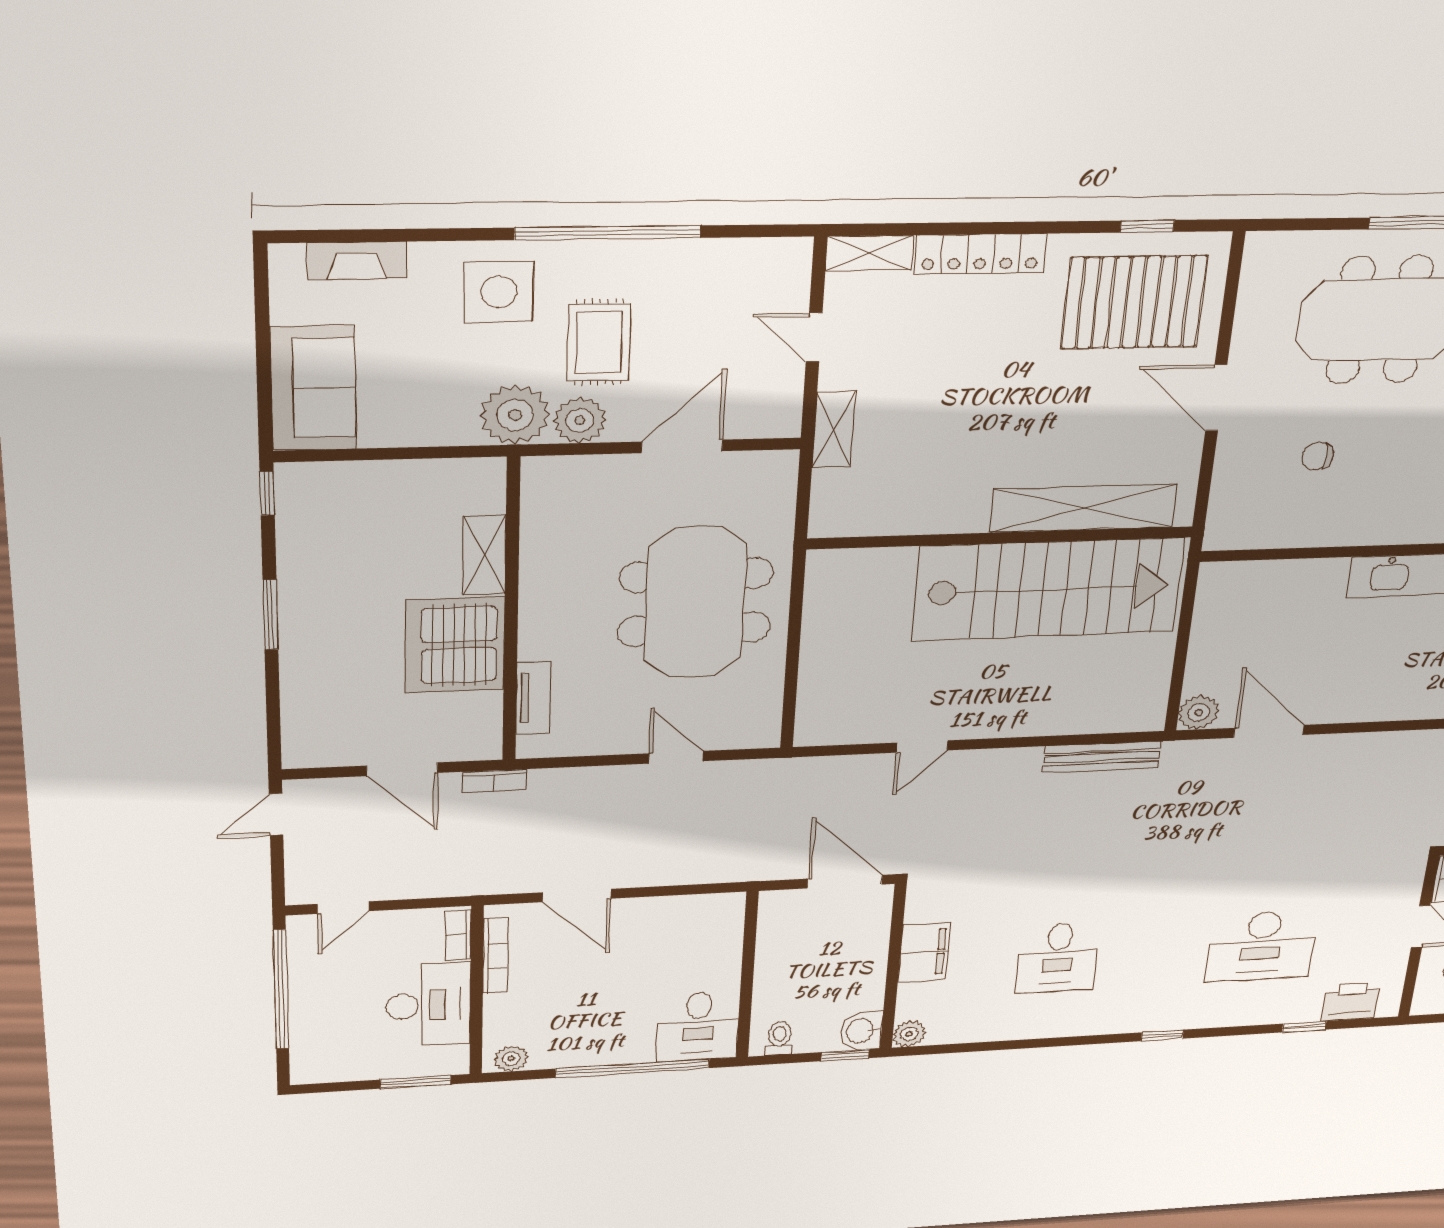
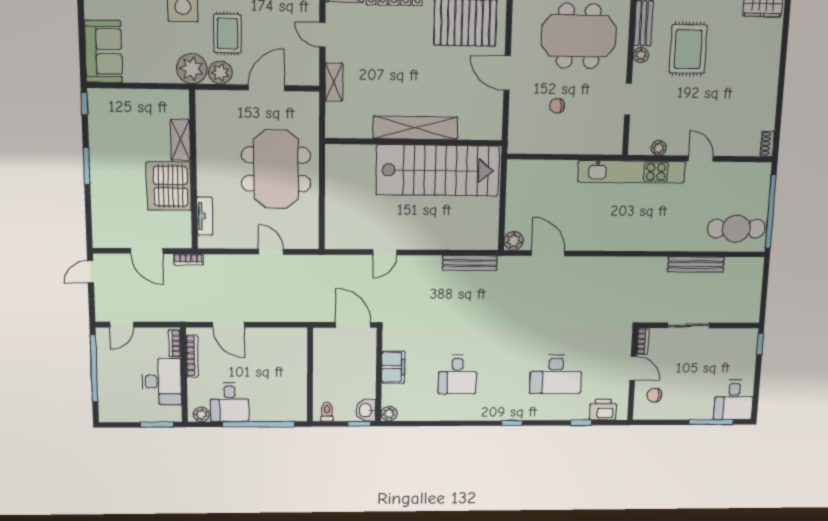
shelving: (1084, 508) -> (415, 128), moved
desk: (698, 1026) -> (230, 402), moved

